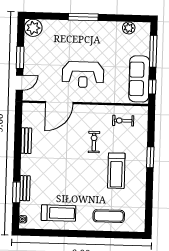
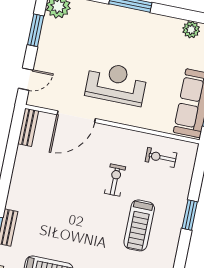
window: (20, 58) -> (36, 30), moved
reception desk: (83, 75) -> (116, 83), turned 180
bench: (26, 141) -> (28, 127), moved

